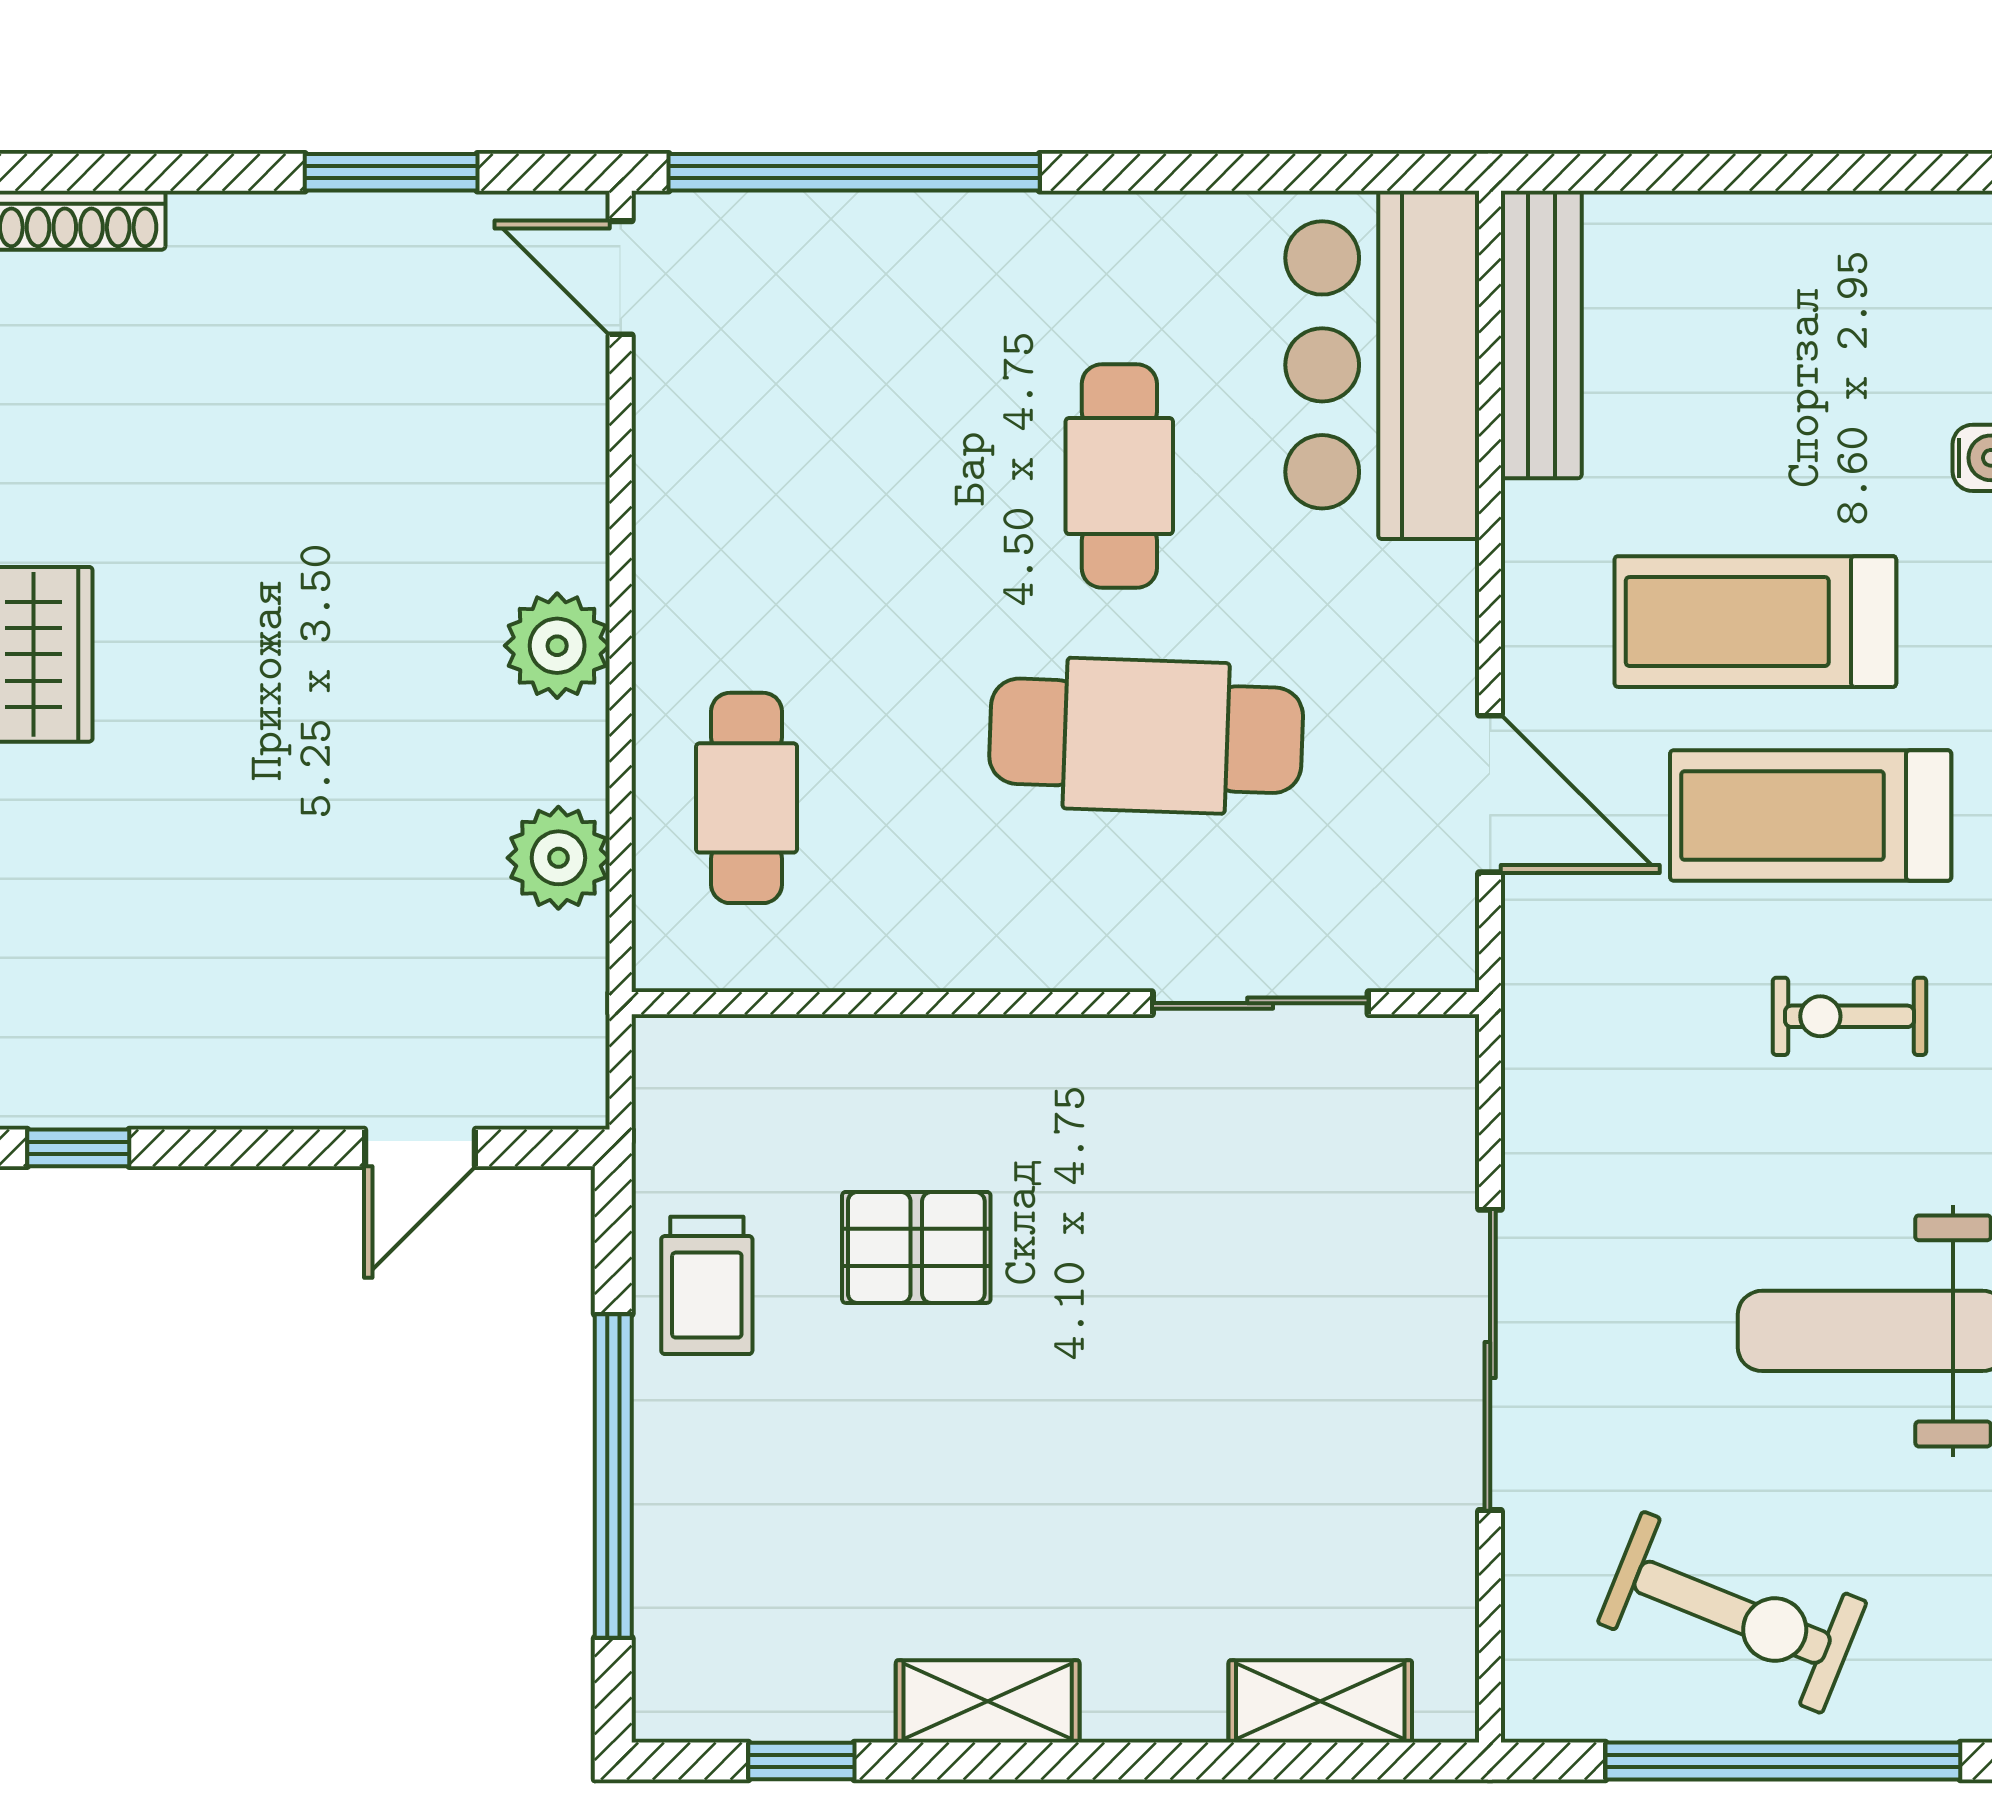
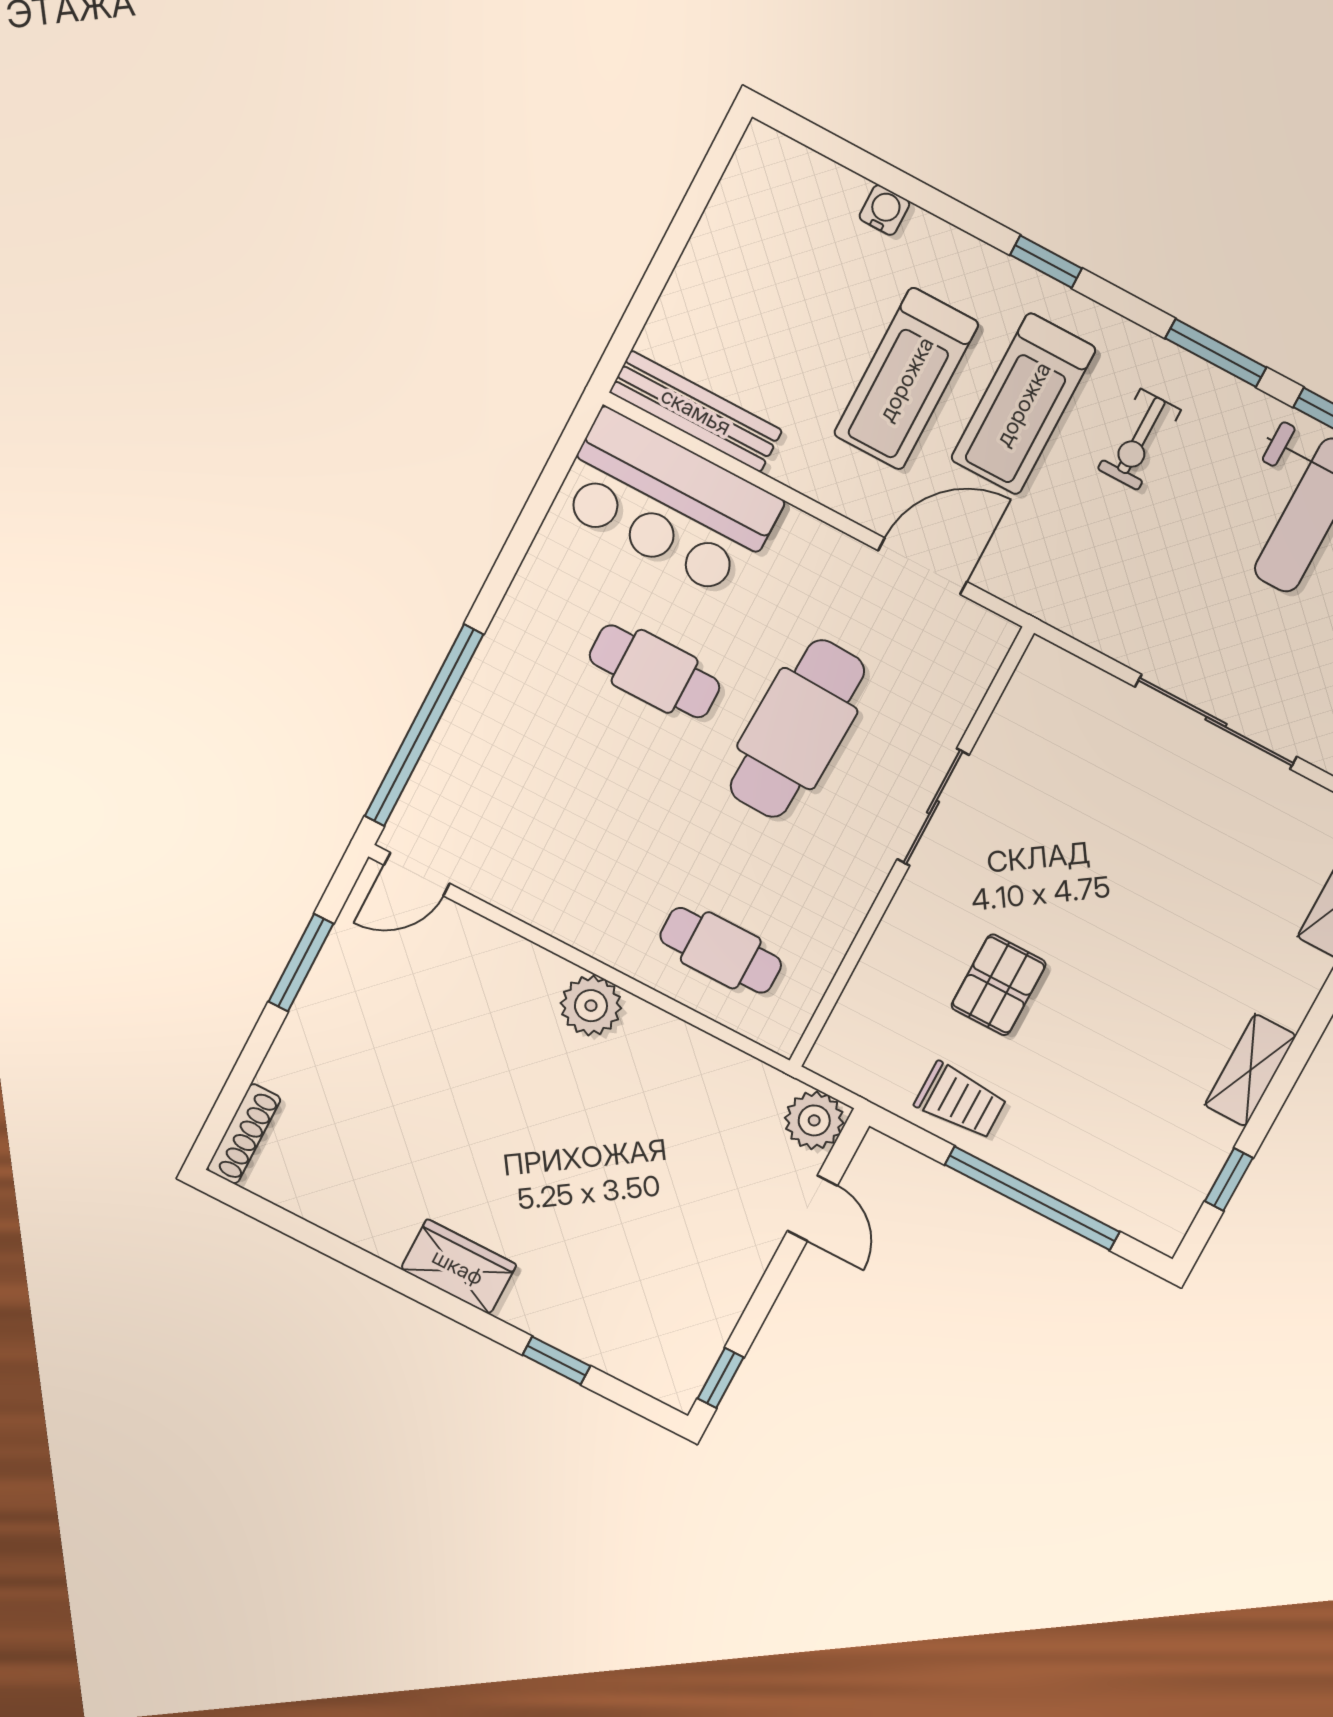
plant: (558, 858) -> (814, 1120), moved
sliding door: (1260, 1003) -> (933, 807), moved

